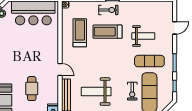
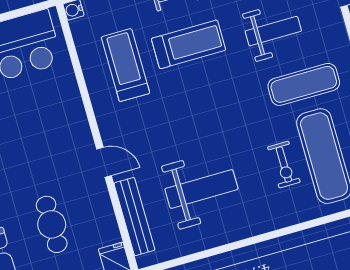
treadmill: (108, 32) -> (189, 44), turned 180
weight bench: (96, 92) -> (201, 189), turned 180

